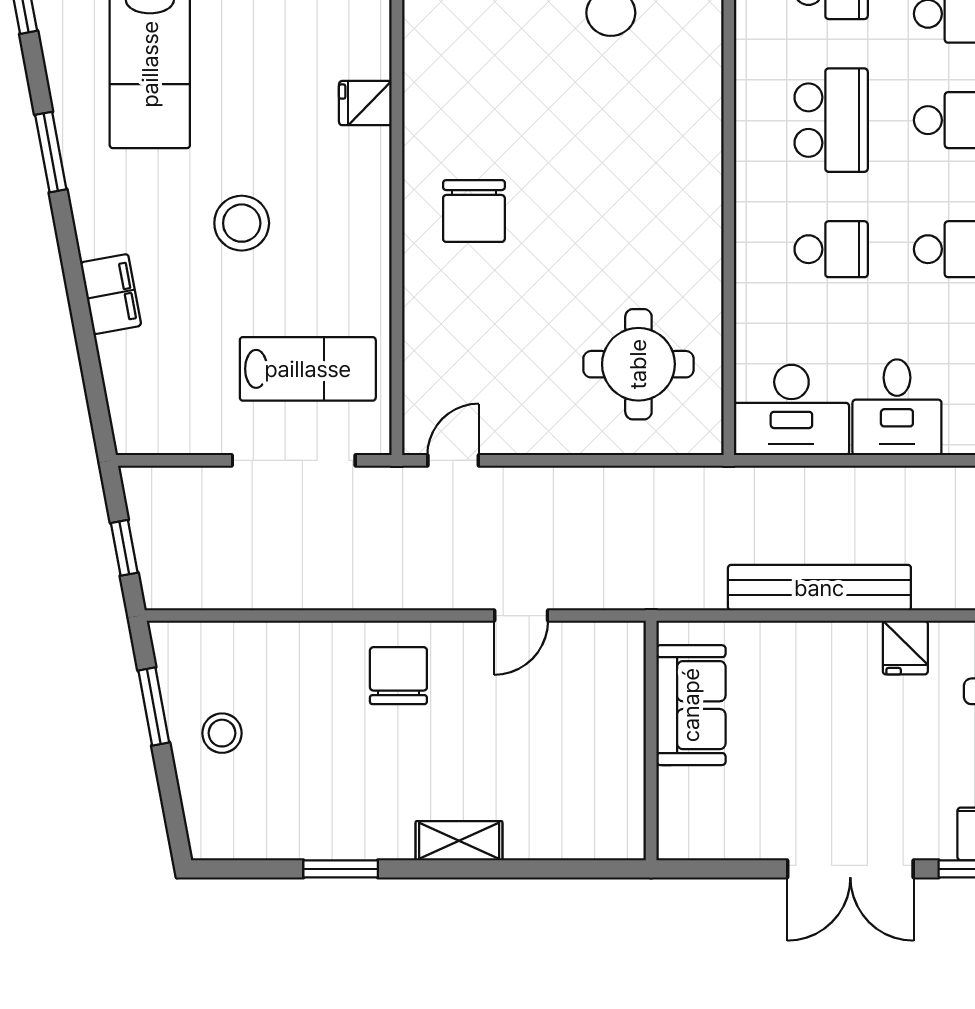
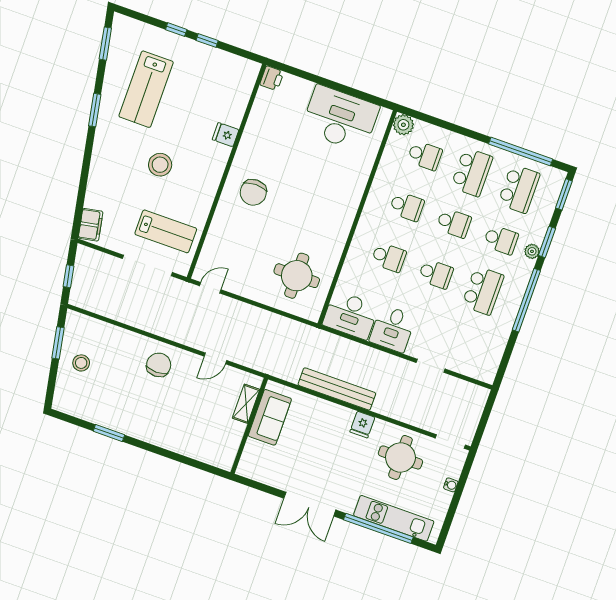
school desk: (831, 120) -> (407, 206), width x0.54
filing cabinet: (111, 294) -> (91, 225), moved
shelving: (459, 841) -> (246, 404), moved, turned 90

